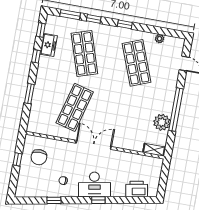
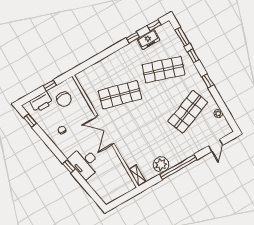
shop shelf: (84, 53) -> (163, 70), turned 36
window: (29, 94) -> (103, 55), removed
double door: (94, 145) -> (105, 130), swing flipped
chair: (39, 157) -> (64, 99), turned -90
desk: (94, 184) -> (85, 163), moved
printer: (137, 189) -> (41, 102), moved, turned 100
window: (54, 200) -> (30, 121), moved

